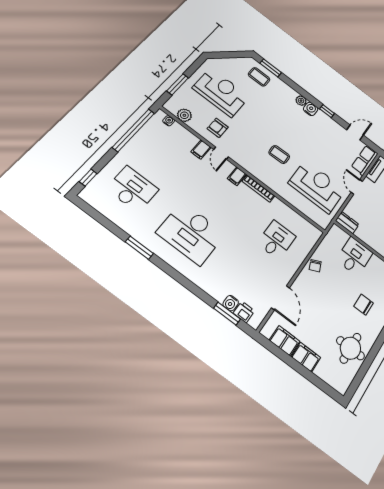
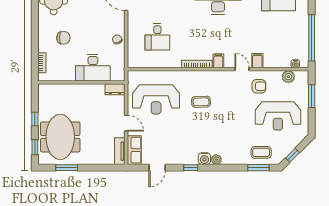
window: (234, 55) -> (292, 155), added
desk: (354, 256) -> (93, 68), width x1.37

